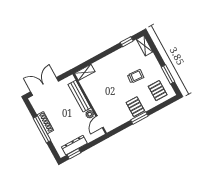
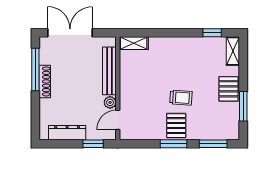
trolley: (136, 76) -> (181, 98), moved
pallet: (158, 91) -> (229, 89), moved
window: (162, 105) -> (213, 144), added
window: (42, 129) -> (35, 69), moved
window: (74, 154) -> (93, 144), moved

